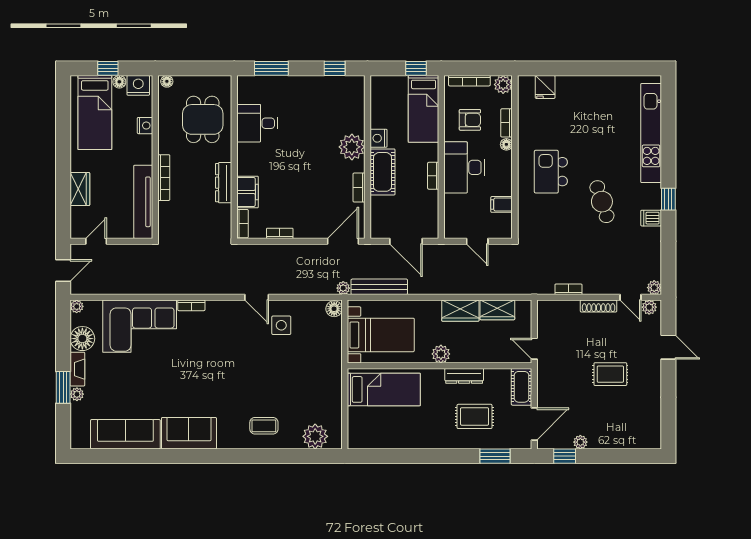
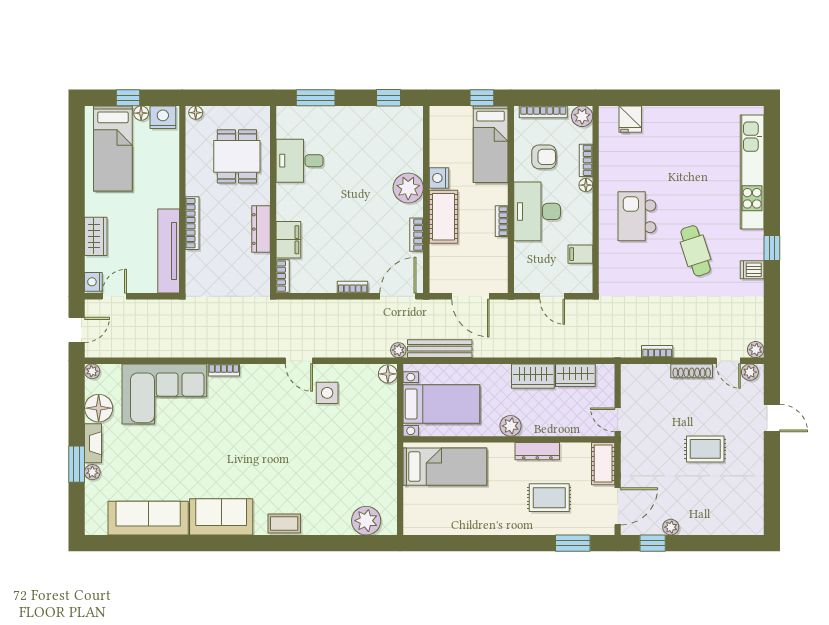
nightstand: (145, 126) -> (93, 282), moved, turned 180
bookcase: (280, 233) -> (353, 287), moved
coffee table: (264, 426) -> (284, 524), moved

